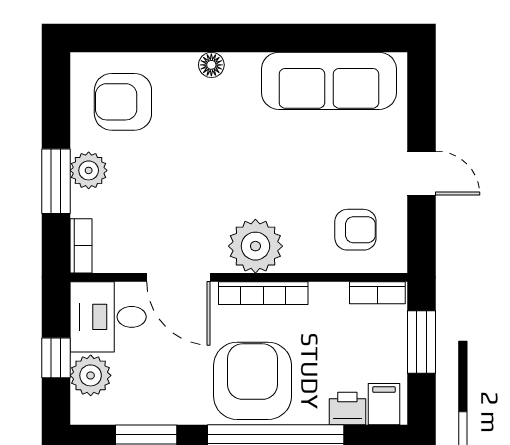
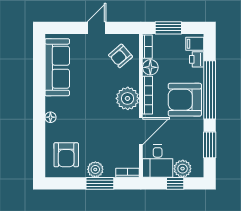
armchair: (355, 230) -> (121, 56), turned -131
floor lamp: (329, 300) -> (150, 67), added

